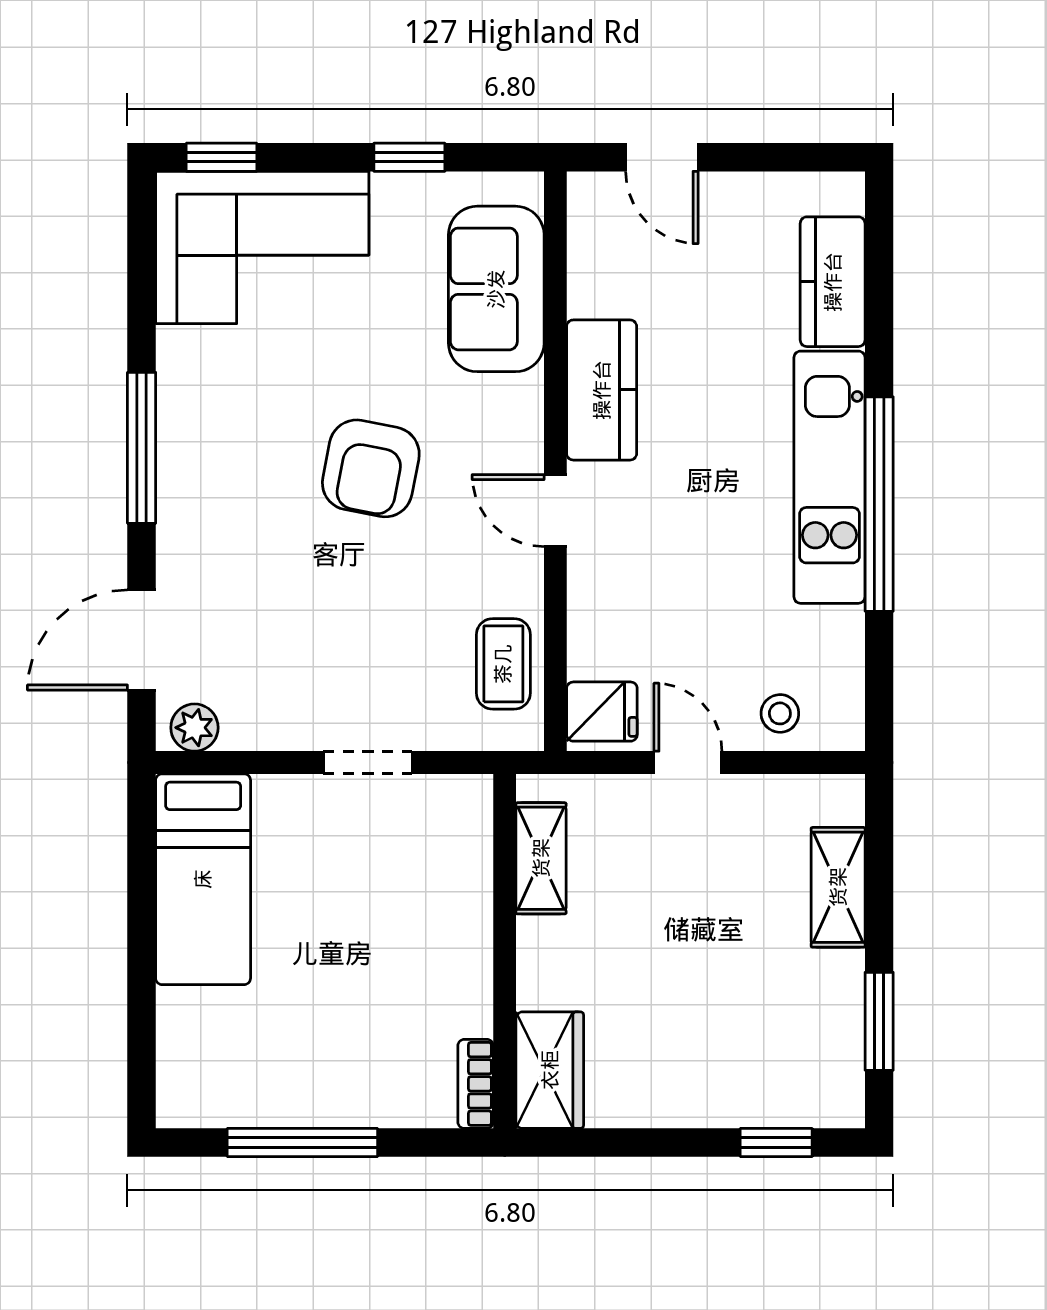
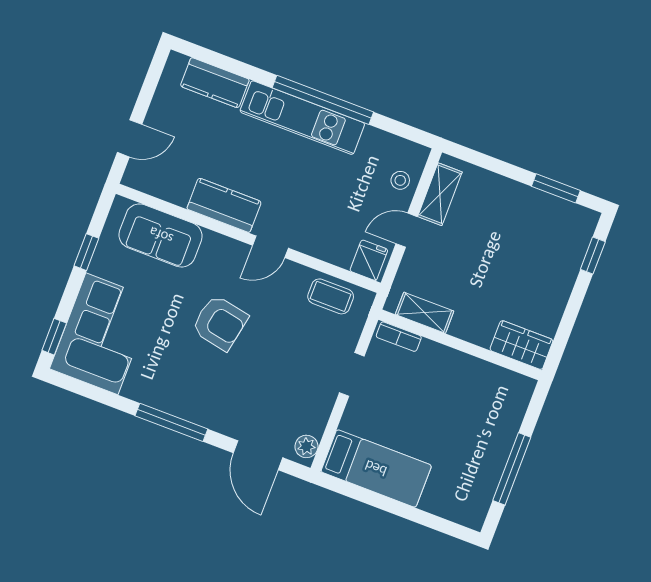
shelving: (838, 887) -> (440, 194), moved, turned 90
bookcase: (476, 1084) -> (399, 337), moved

